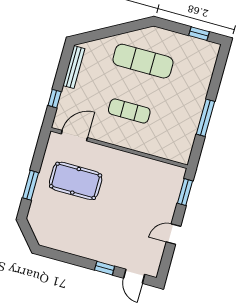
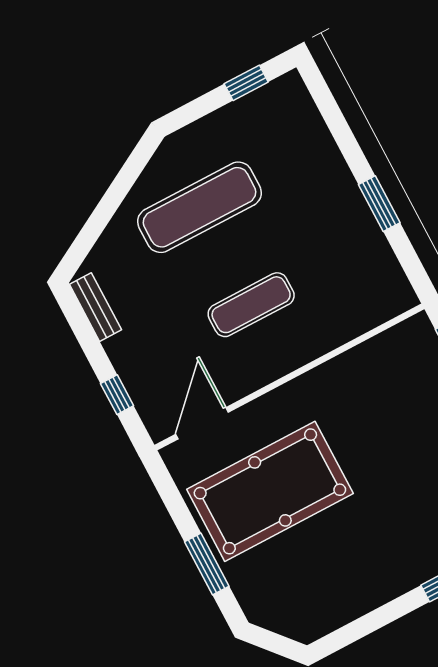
bench: (74, 67) -> (95, 307), width x0.73
window: (206, 118) -> (379, 204), width x0.69
pool table: (76, 181) -> (270, 491), width x1.36, depth x1.32

